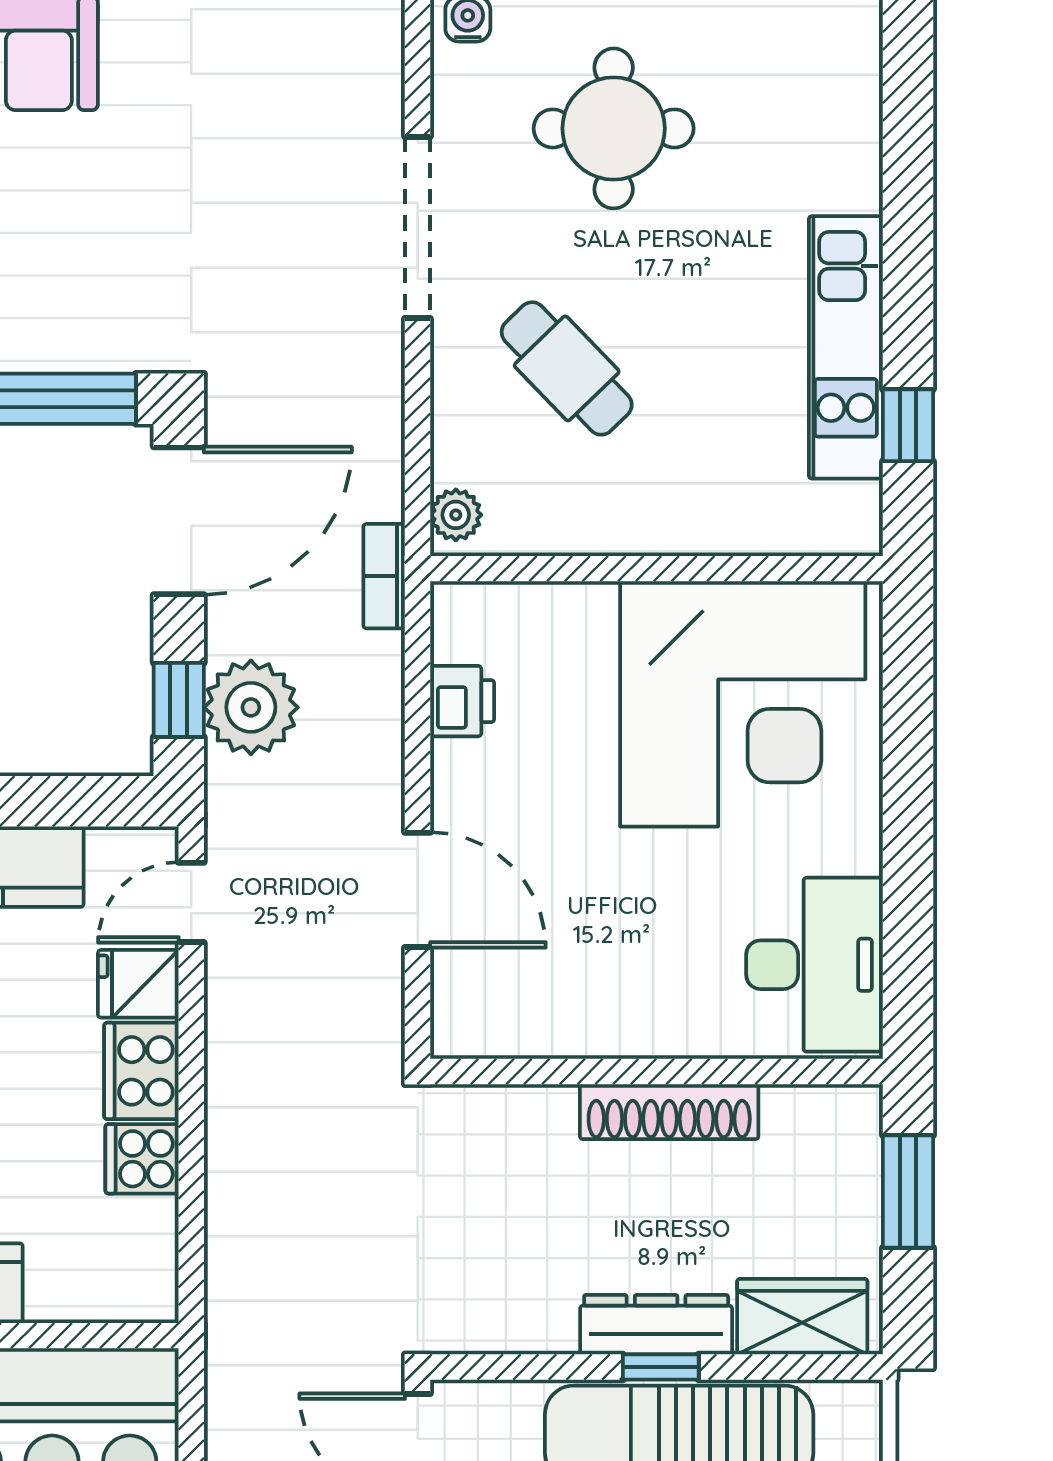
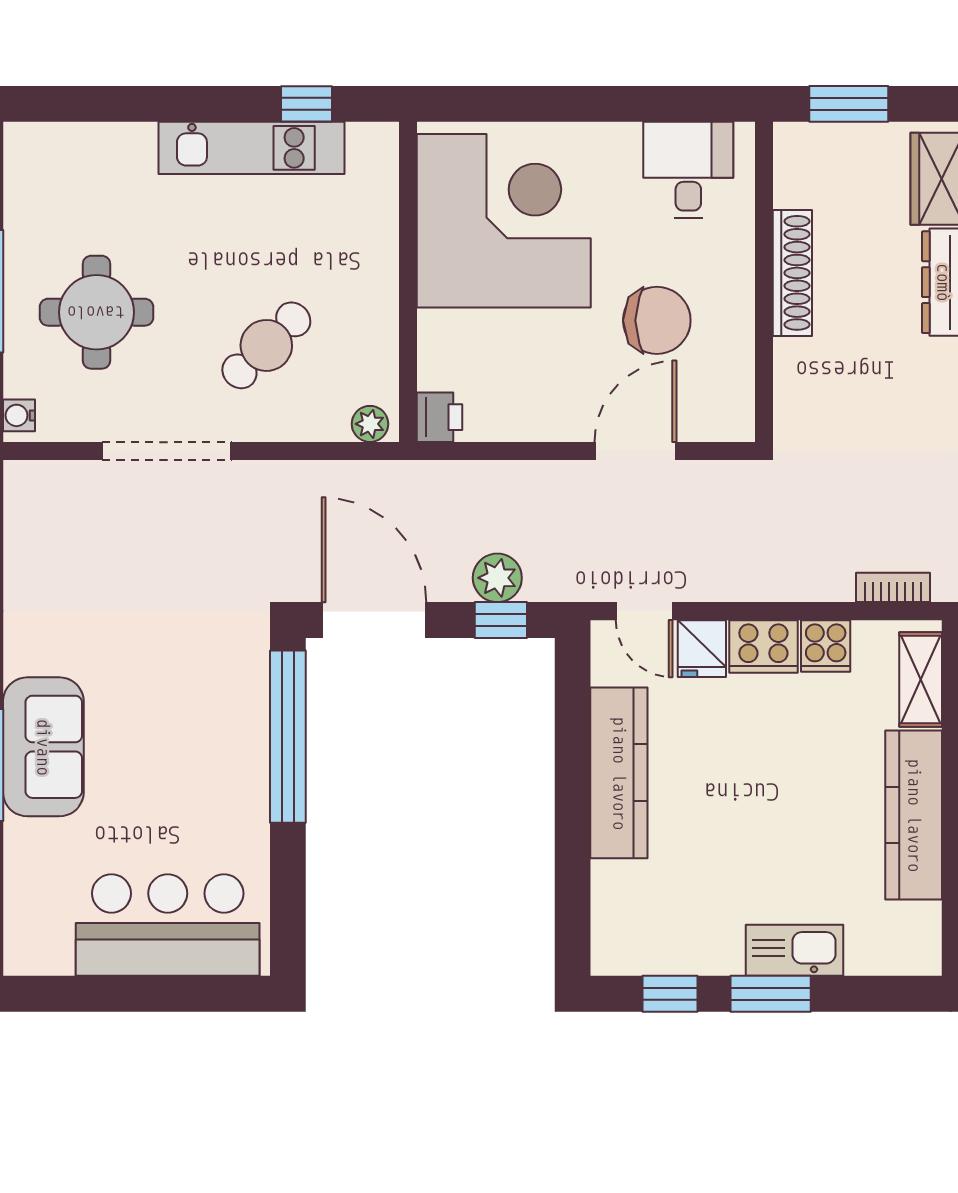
bookcase: (384, 576) -> (893, 587), moved, turned 180
printer: (462, 701) -> (440, 417), moved, turned 90
plant: (251, 707) -> (497, 578), width x0.73, depth x0.73
chair: (602, 920) -> (657, 320), added
desk: (814, 965) -> (688, 170), width x0.73
shelving: (95, 1293) -> (921, 679), added

